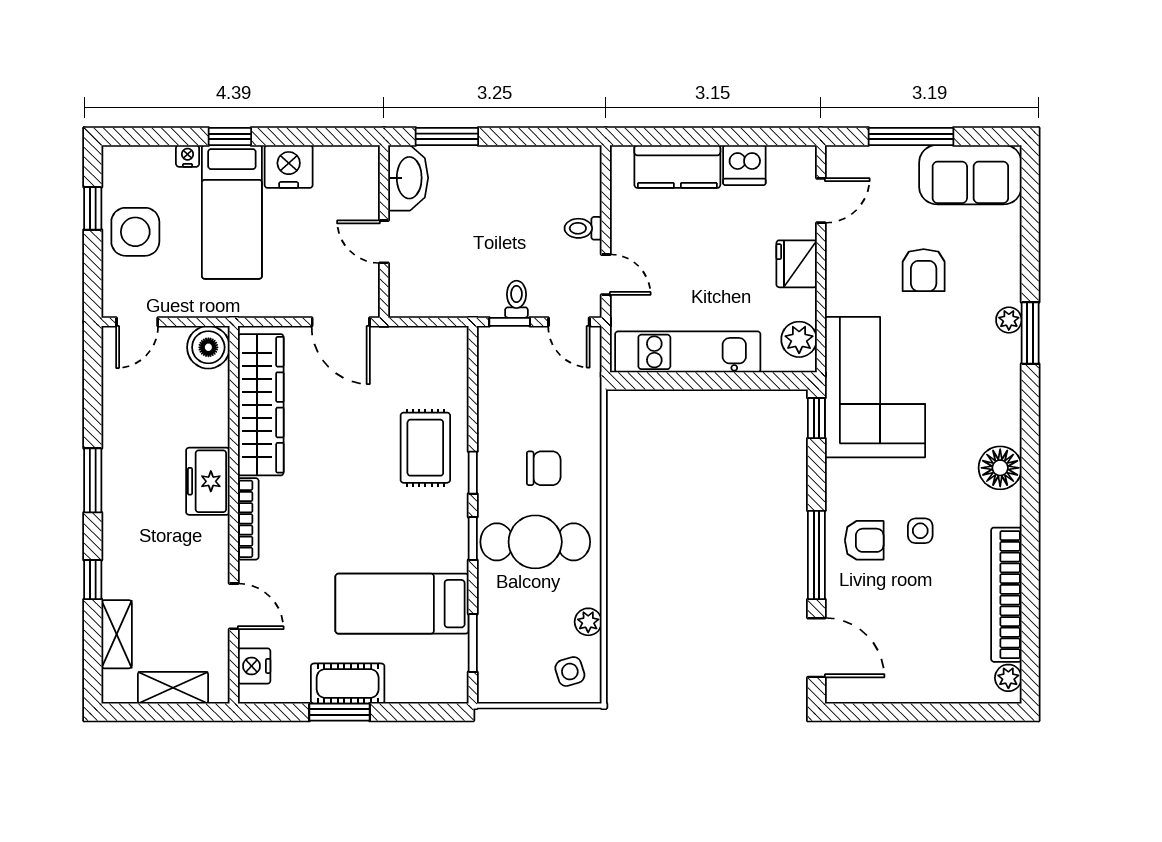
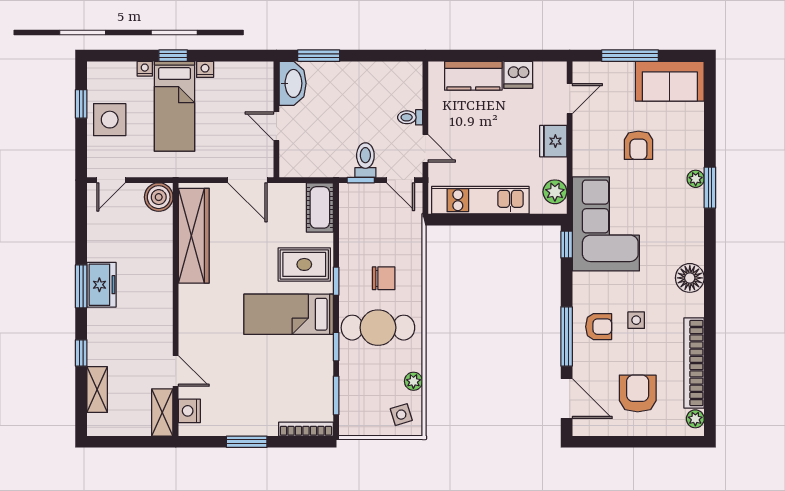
nightstand: (289, 166) -> (205, 69), width x0.53, depth x0.56
toilet: (516, 299) -> (365, 160), width x1.37, depth x1.39
rug: (425, 448) -> (304, 264), turned 90
freezer: (208, 481) -> (101, 285), moved, turned 180
bookcase: (248, 519) -> (306, 429), moved, turned -90
window: (473, 538) -> (336, 347), moved
bed: (402, 604) -> (289, 314), moved
armchair: (922, 640) -> (638, 393), added
cot: (348, 684) -> (320, 207), moved, turned 90
shelving: (173, 688) -> (162, 412), moved, turned 90

